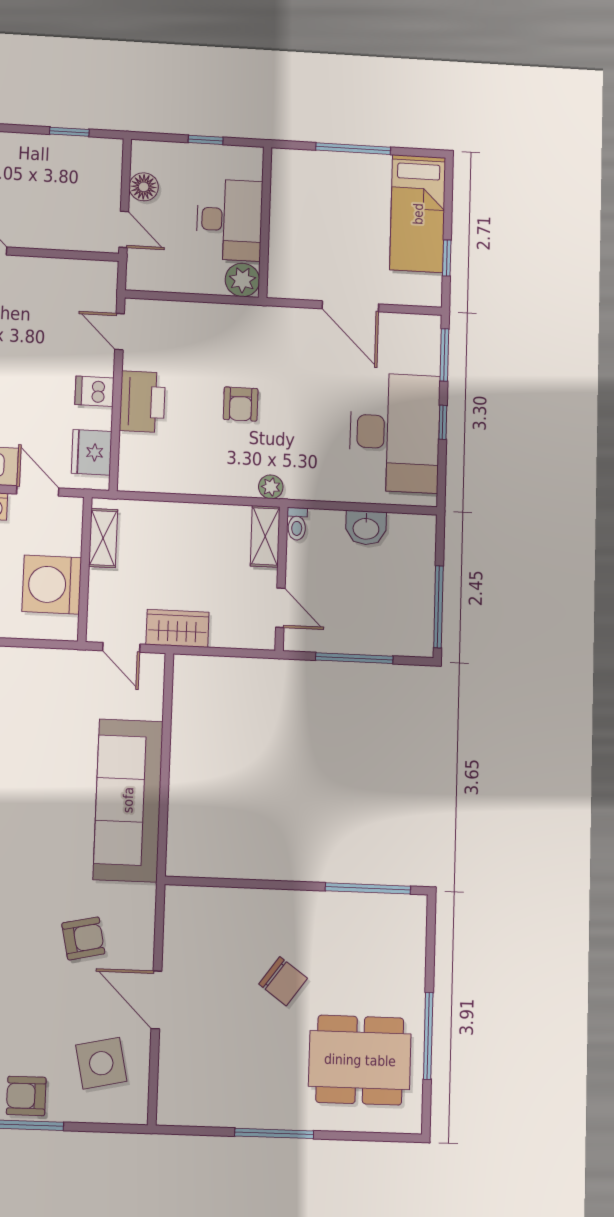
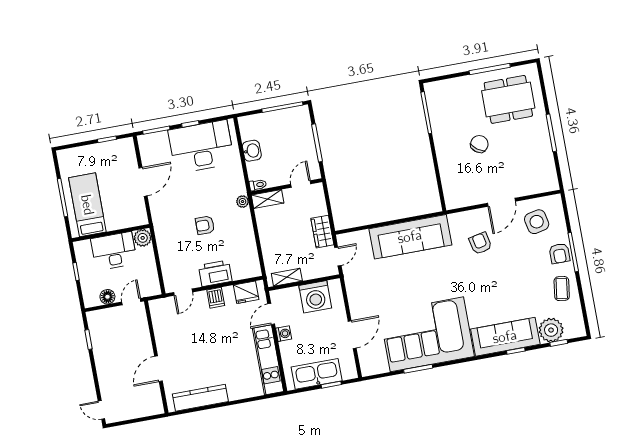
bed: (418, 214) -> (87, 205), moved, turned -90
armchair: (241, 404) -> (205, 225), turned 180
dining table: (360, 1060) -> (508, 99), turned 90

